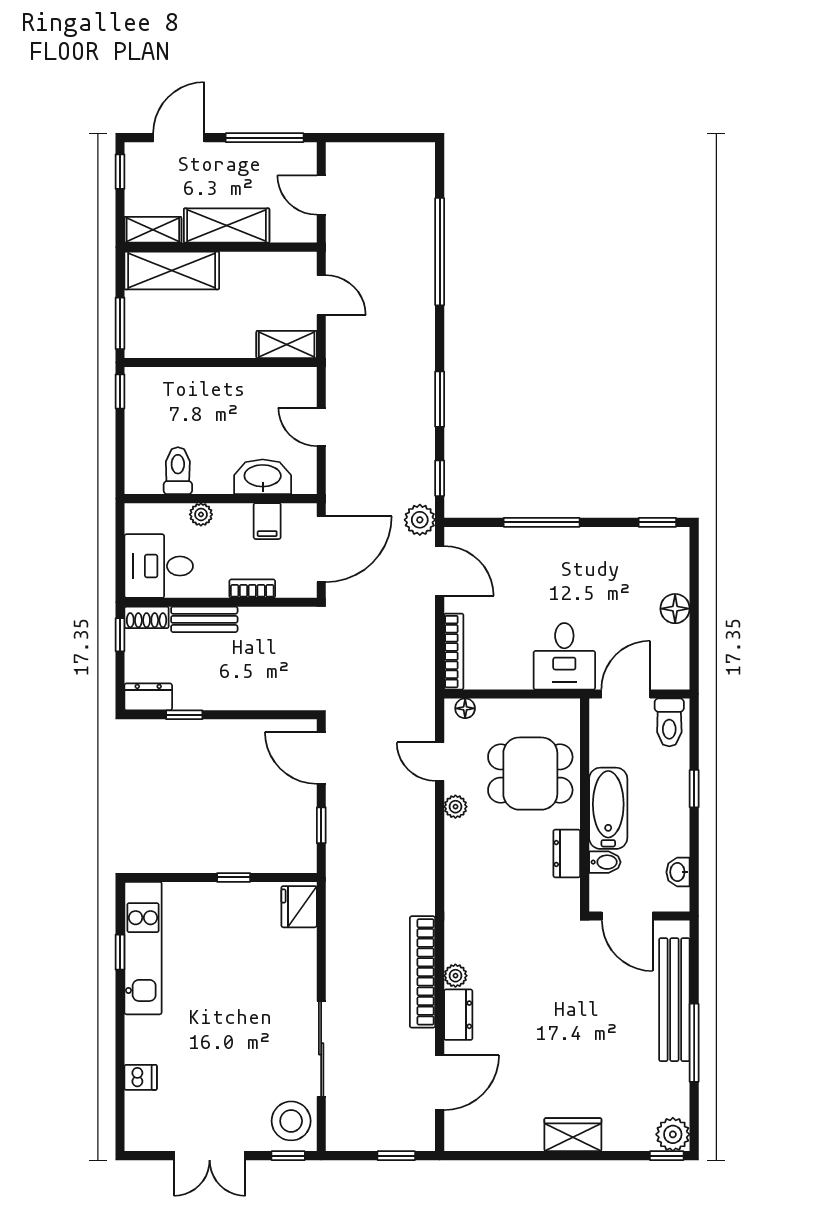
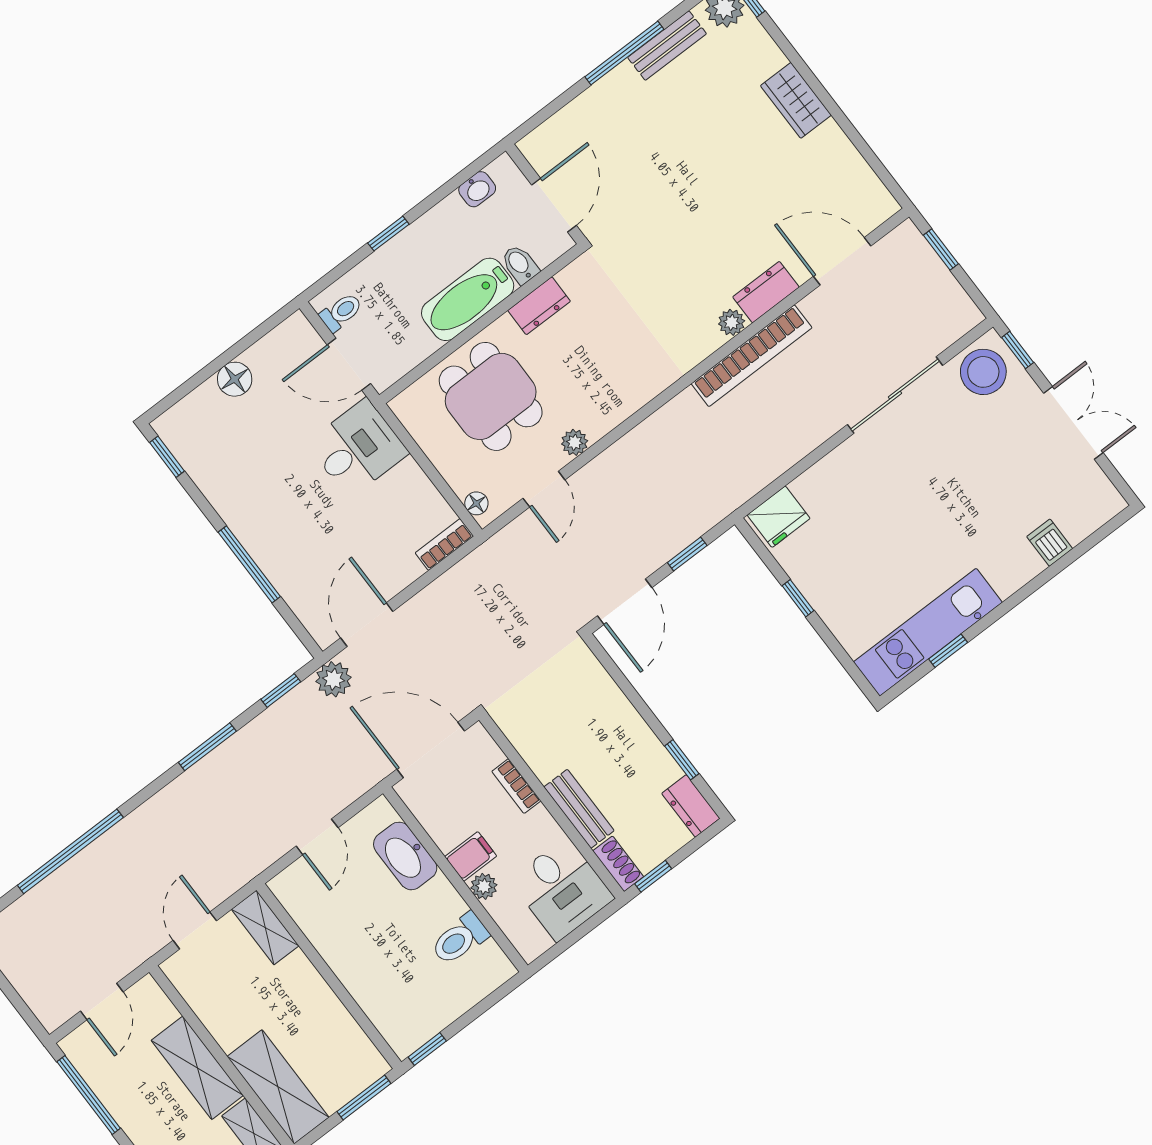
filing cabinet: (267, 521) -> (471, 856), moved
bookcase: (454, 652) -> (444, 544), width x0.64
toilet: (669, 722) -> (341, 312), width x0.73, depth x0.72
bench: (674, 1000) -> (667, 46), moved, width x0.54, depth x0.82

